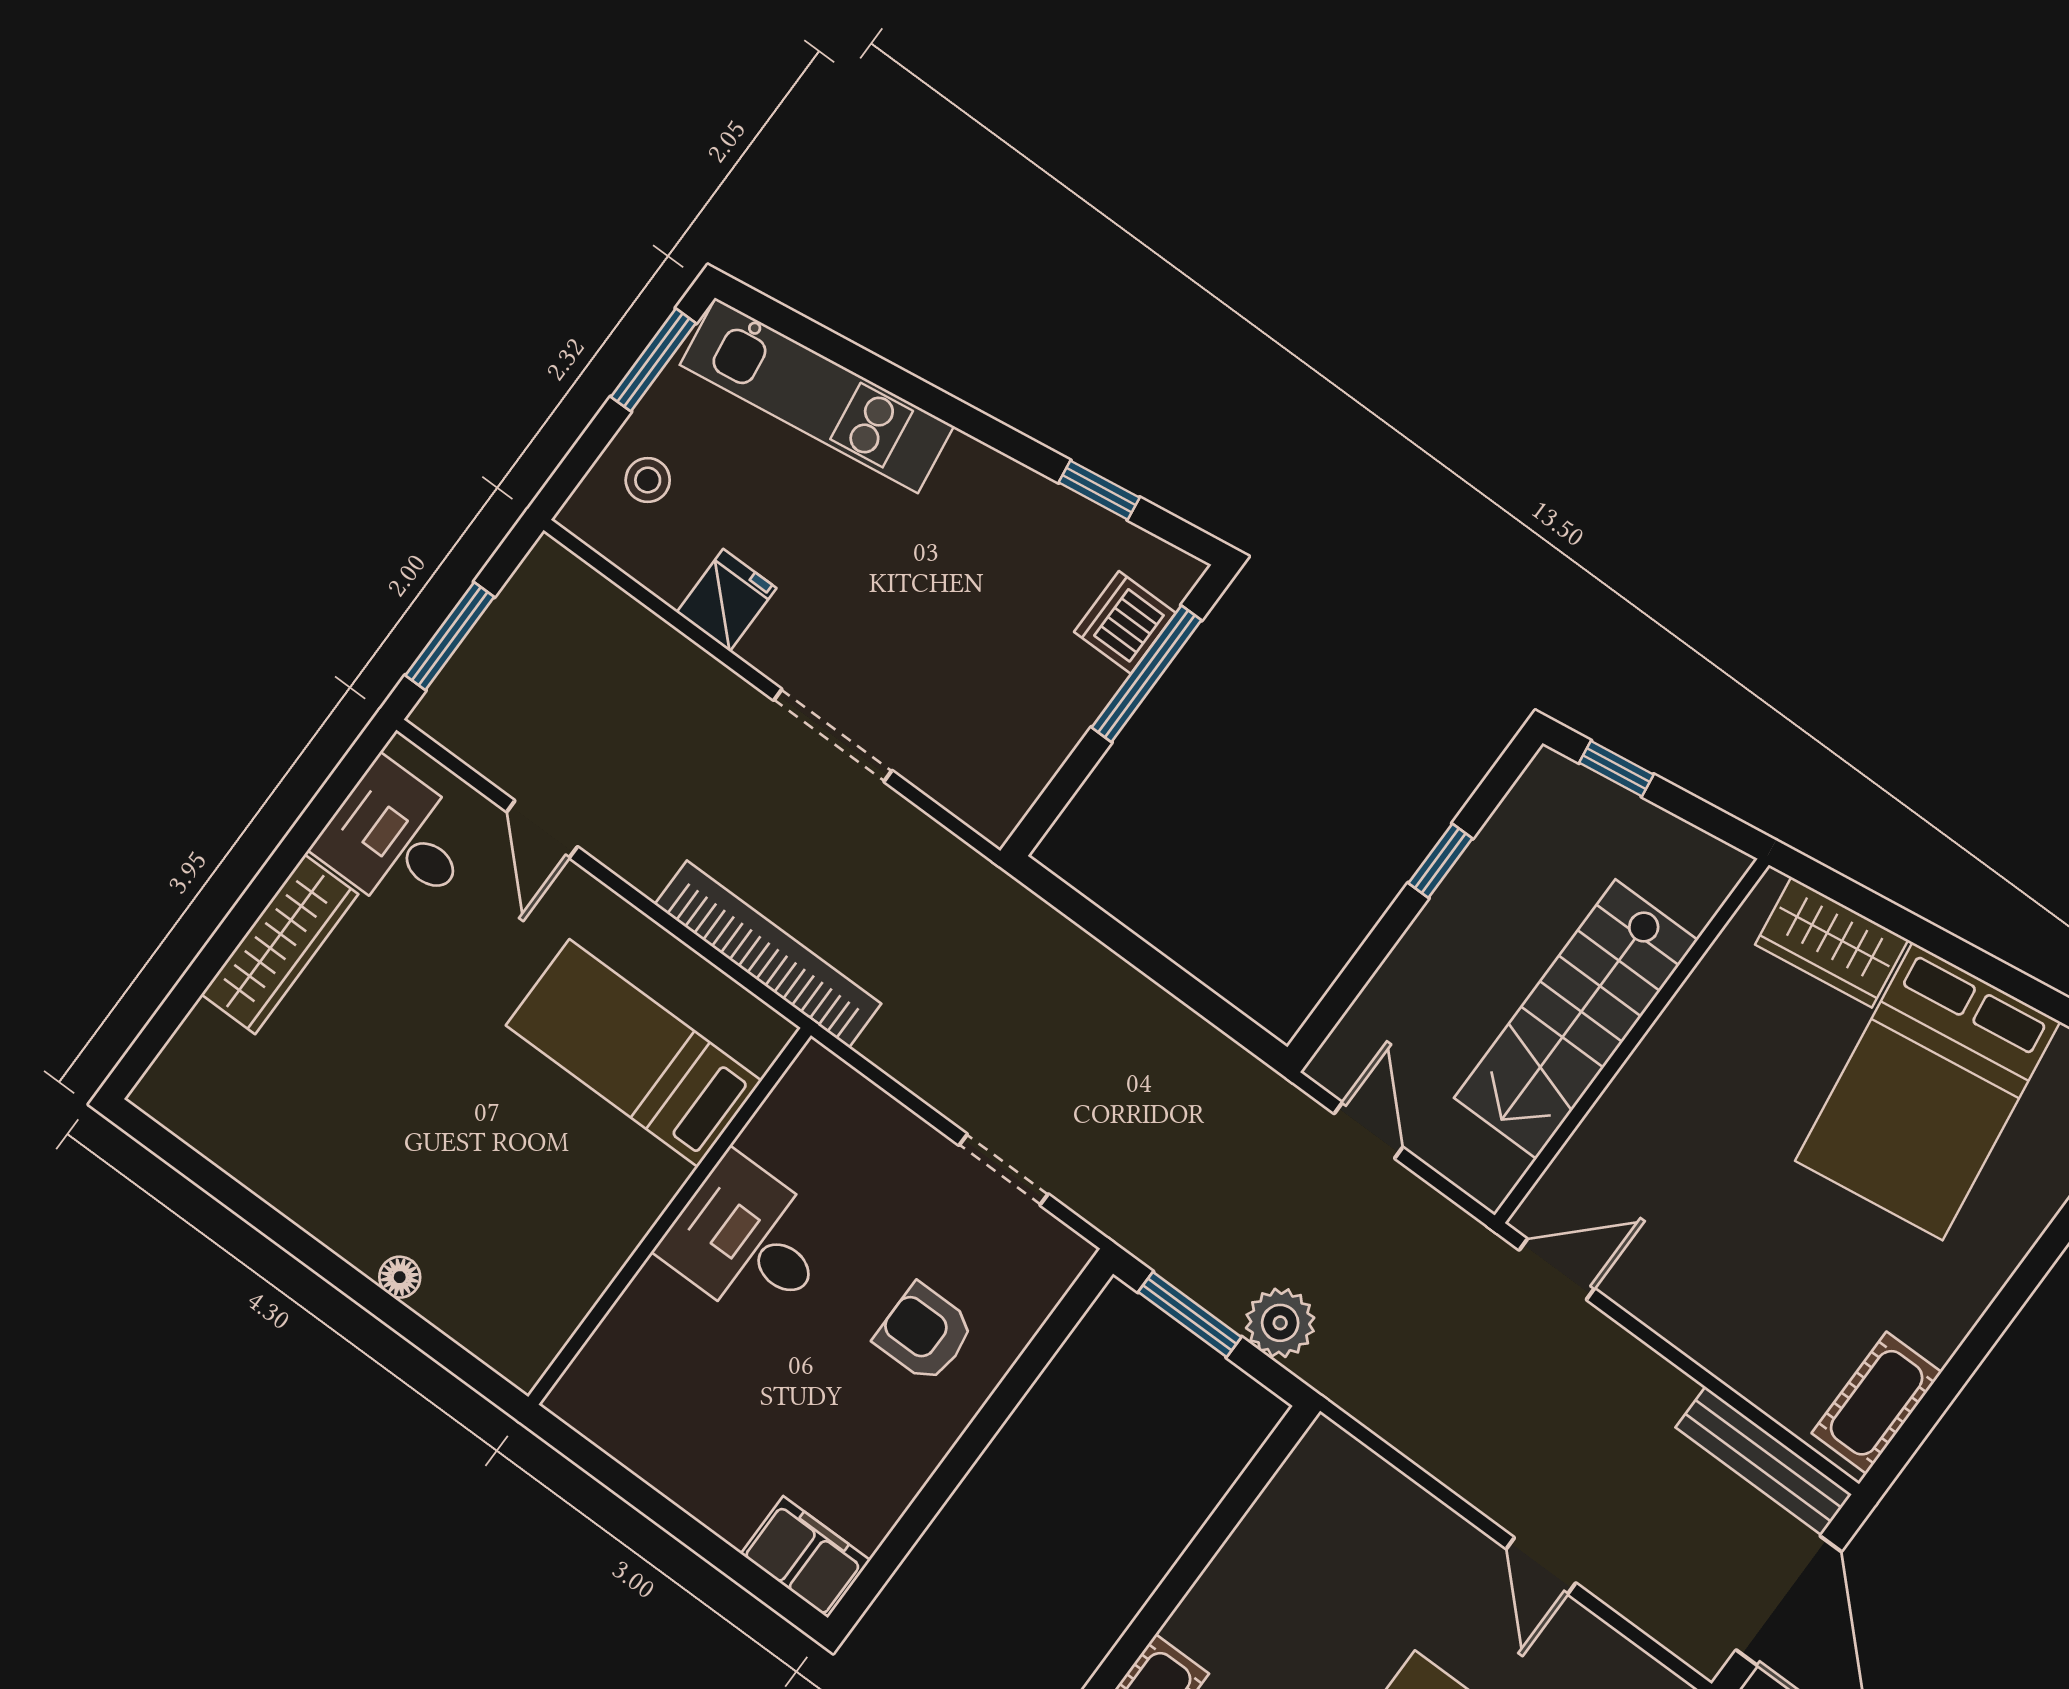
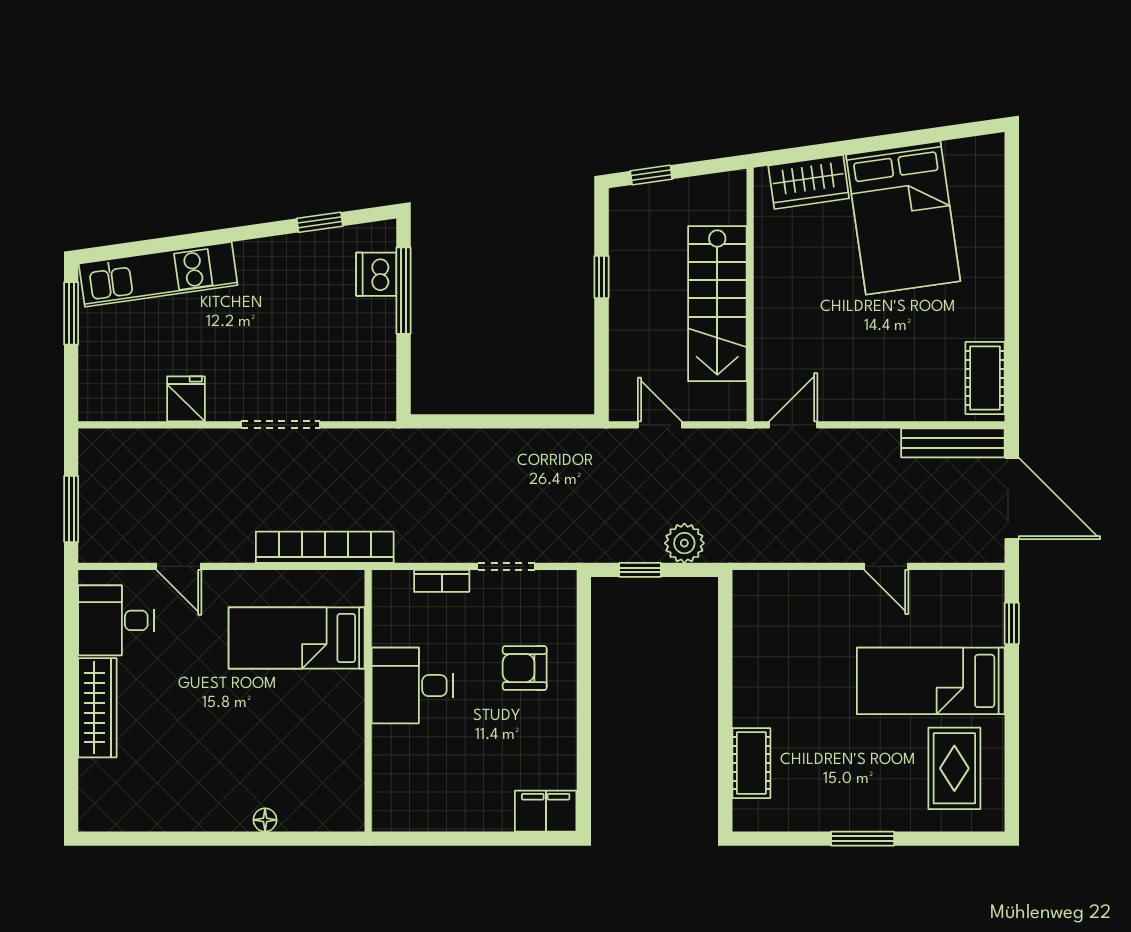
stool: (648, 480) -> (109, 370), removed
bookcase: (898, 1124) -> (442, 581), added
window: (1190, 1315) -> (640, 570), width x0.67

